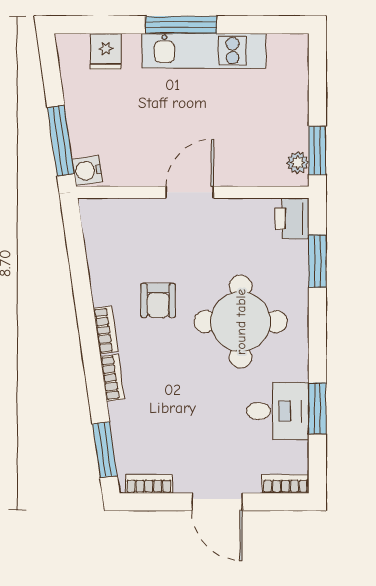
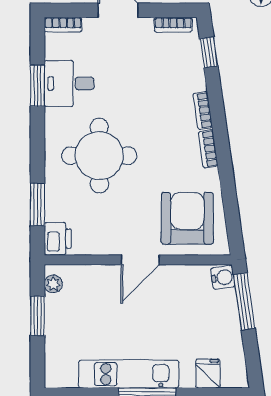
window: (317, 150) -> (37, 316), moved
armchair: (158, 300) -> (187, 218), moved, width x1.88, depth x1.88
window: (105, 450) -> (209, 52), width x0.67

